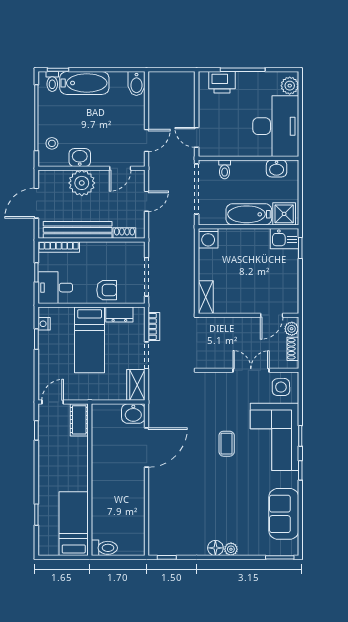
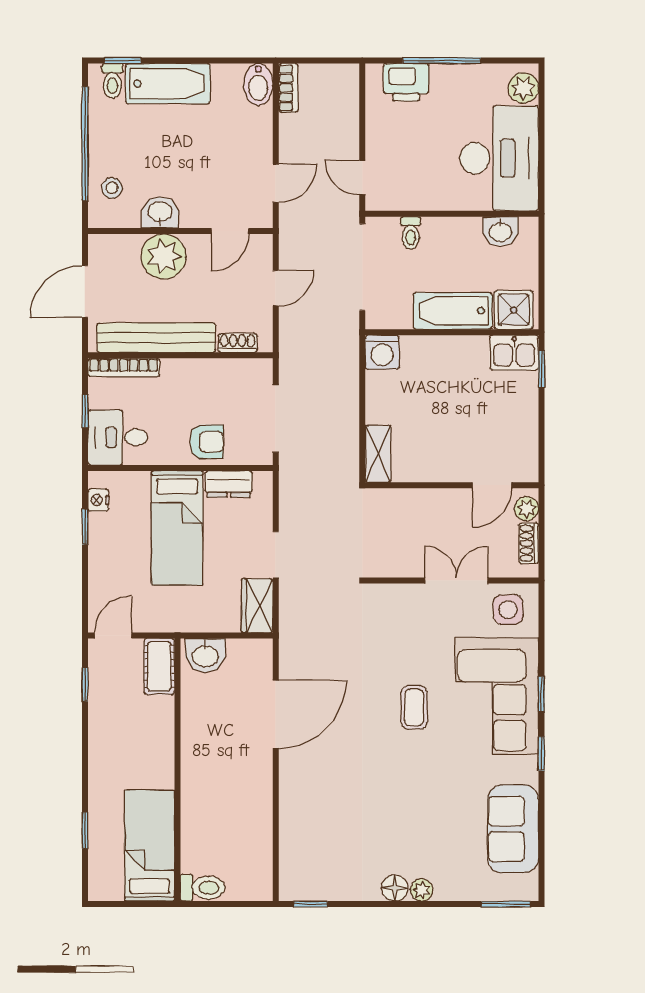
bookcase: (154, 326) -> (288, 88), moved
washbasin: (133, 414) -> (205, 655), moved

